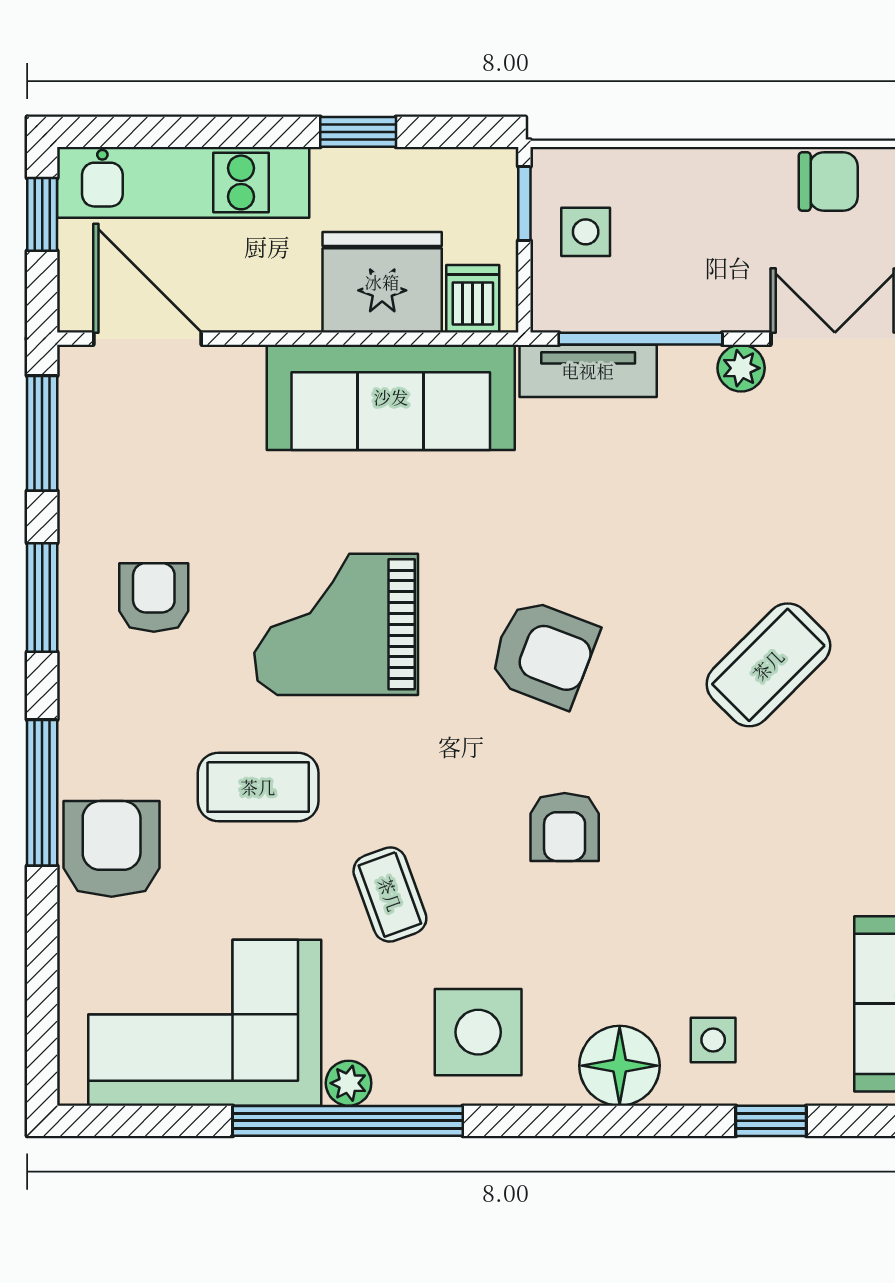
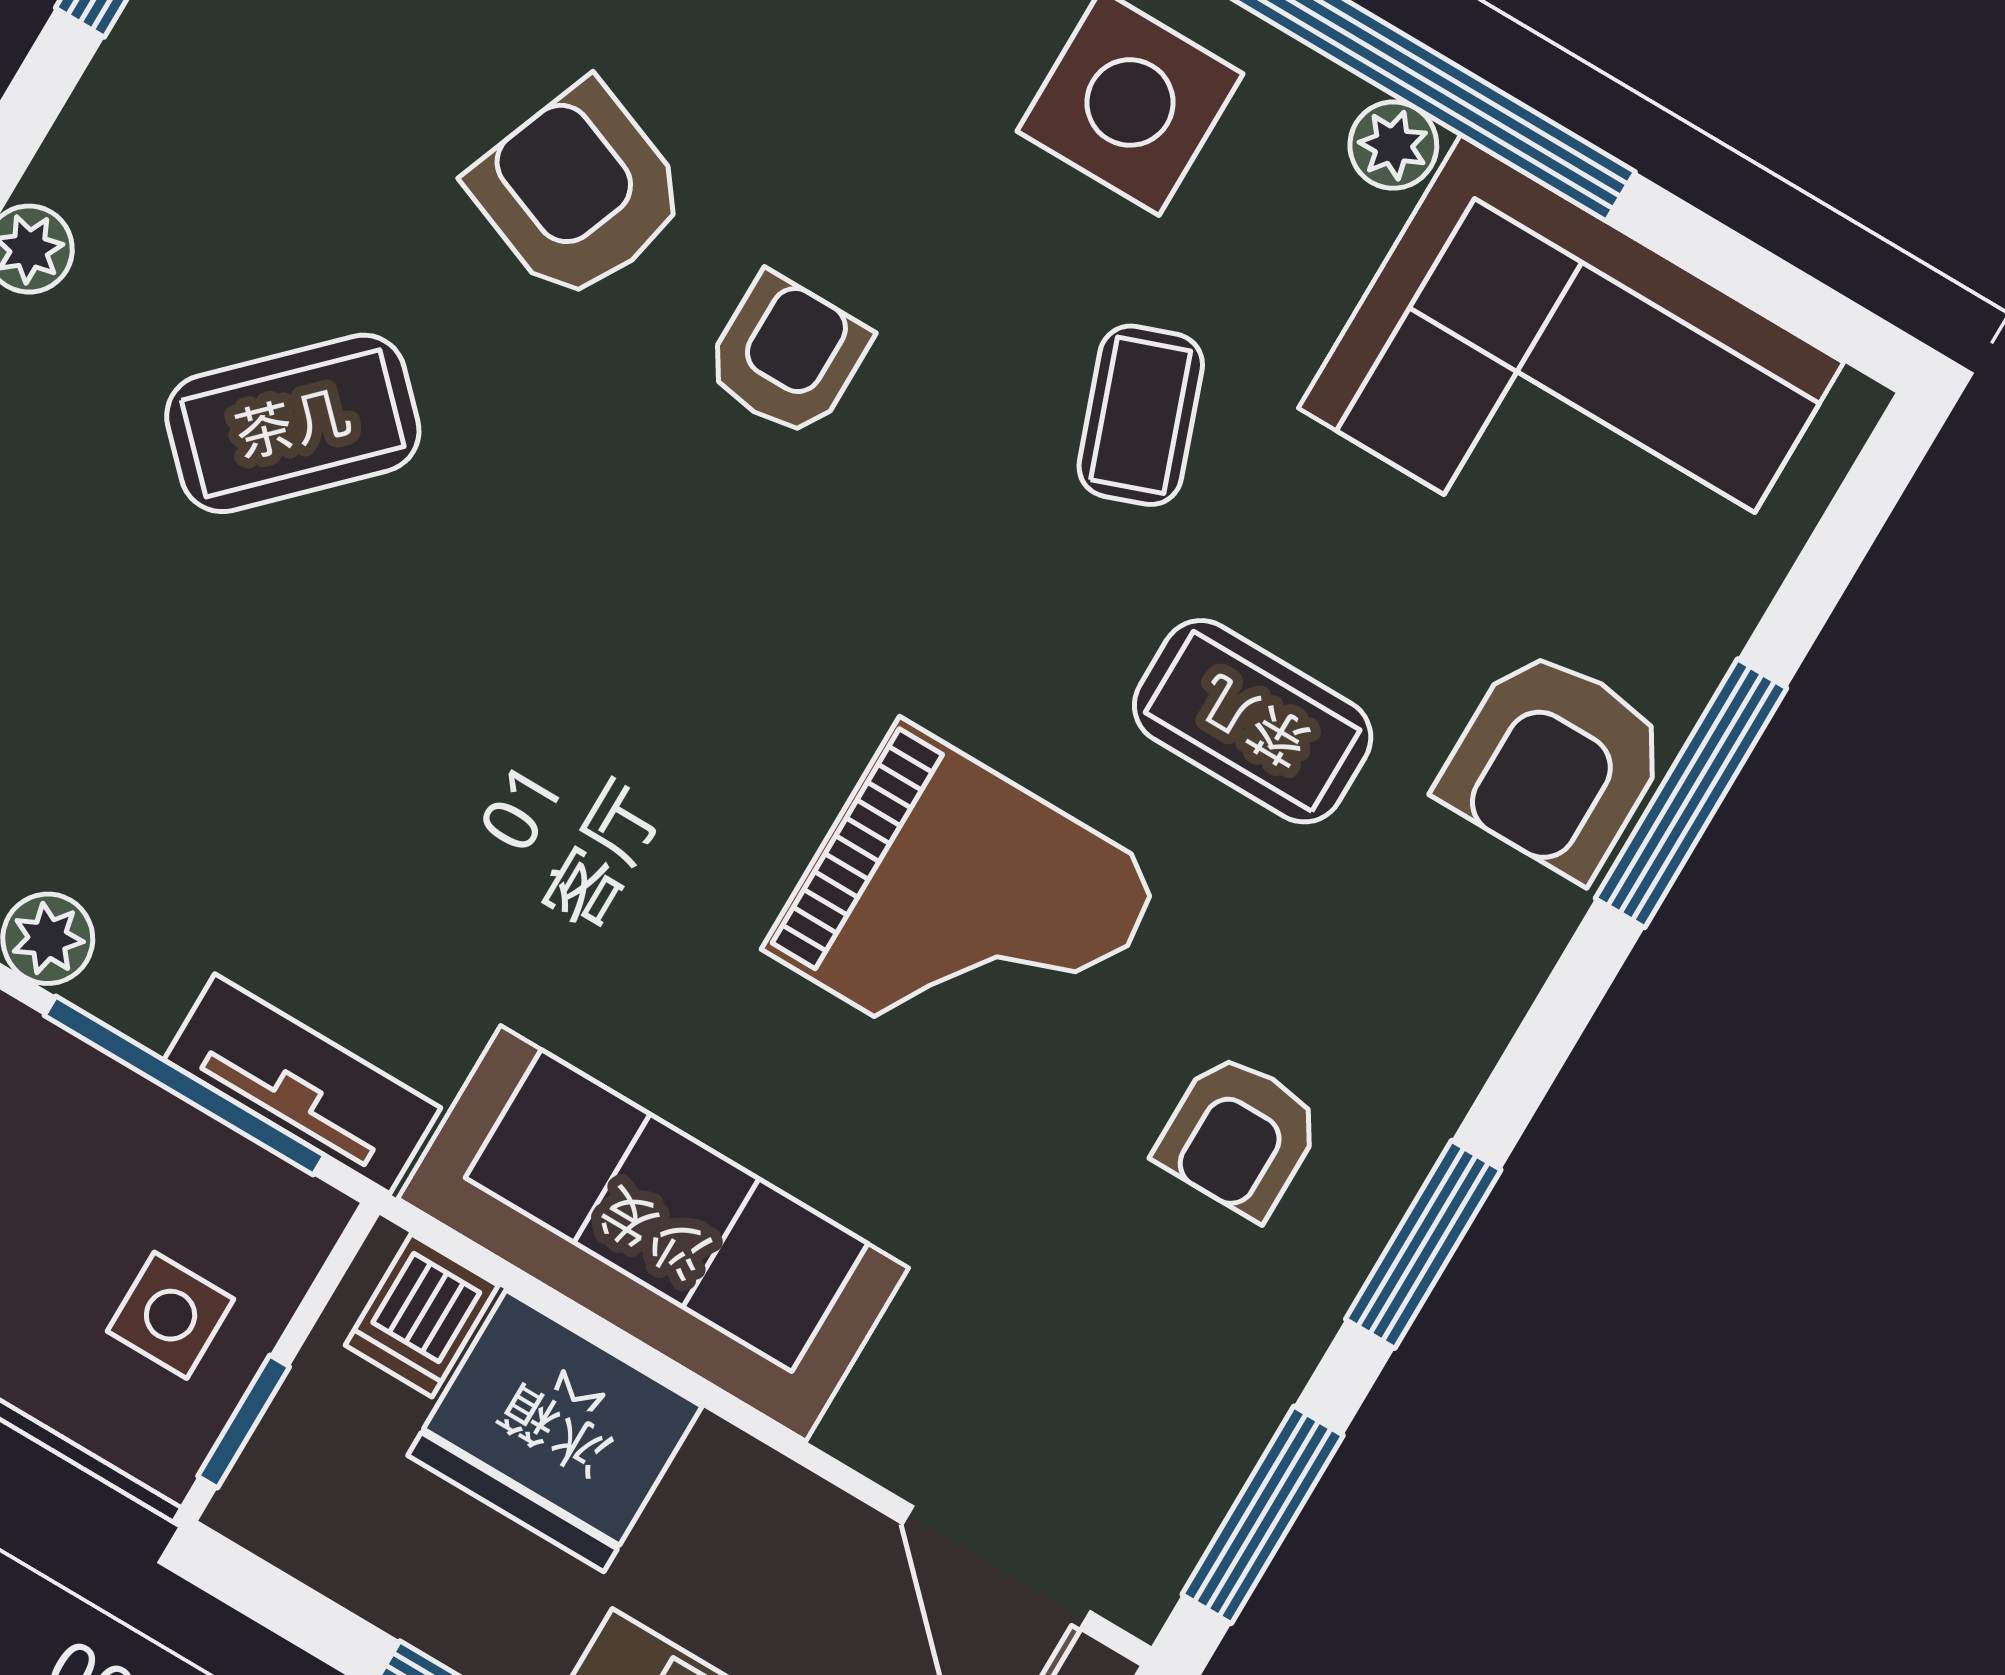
armchair: (543, 653) -> (579, 192), moved
window: (42, 793) -> (1691, 793), moved

